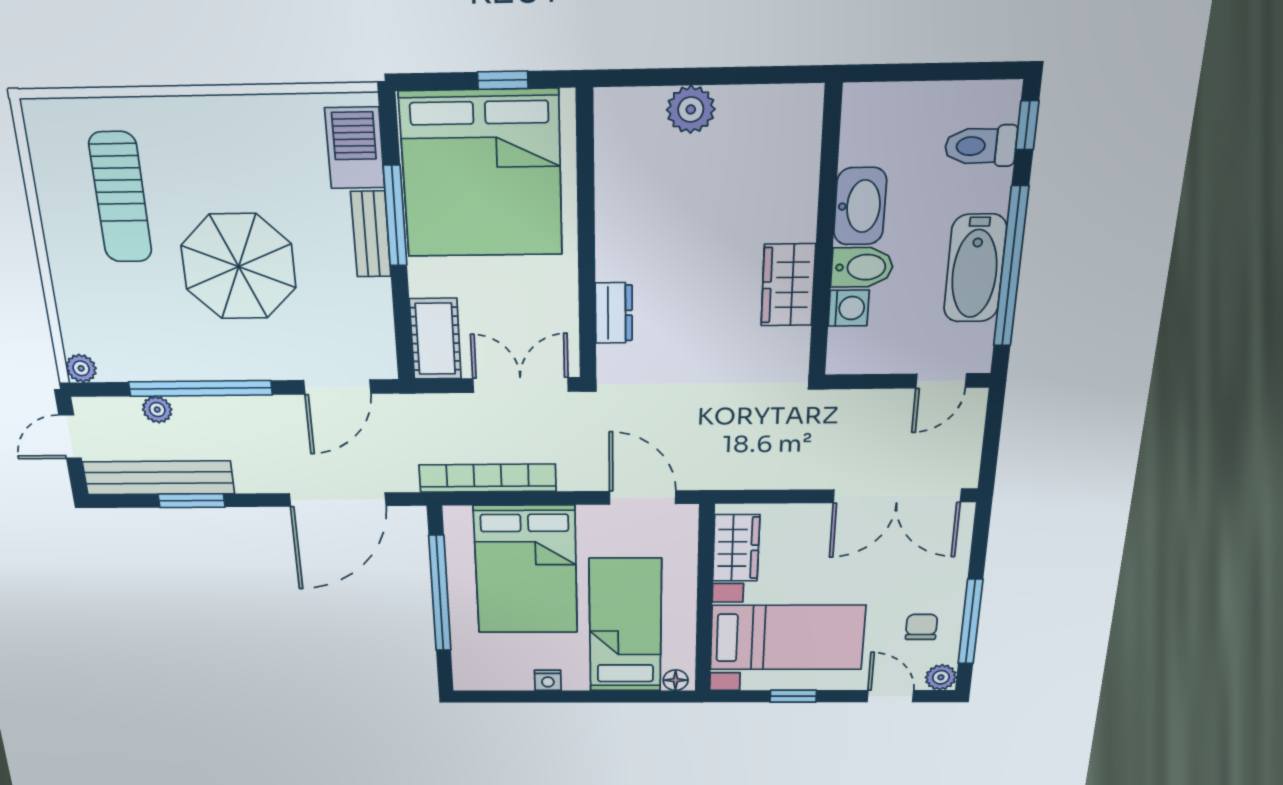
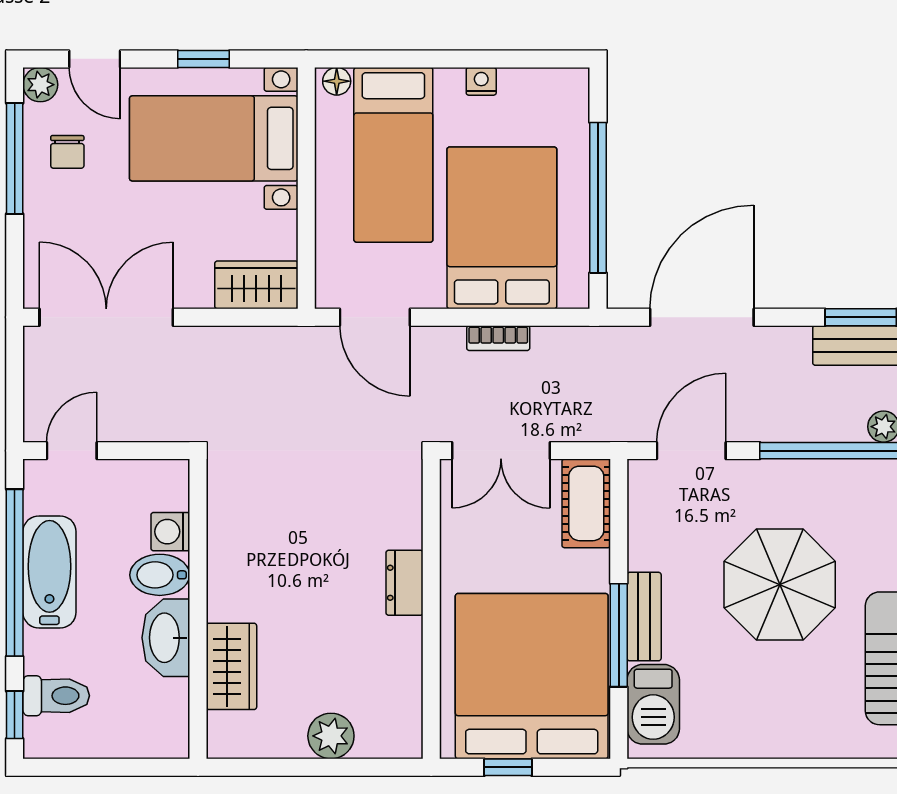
wardrobe: (788, 285) -> (231, 666), moved
dresser: (614, 313) -> (405, 583), moved
bookcase: (488, 478) -> (498, 338), width x0.43, depth x0.76
wardrobe: (736, 548) -> (256, 285), moved, turned 90

